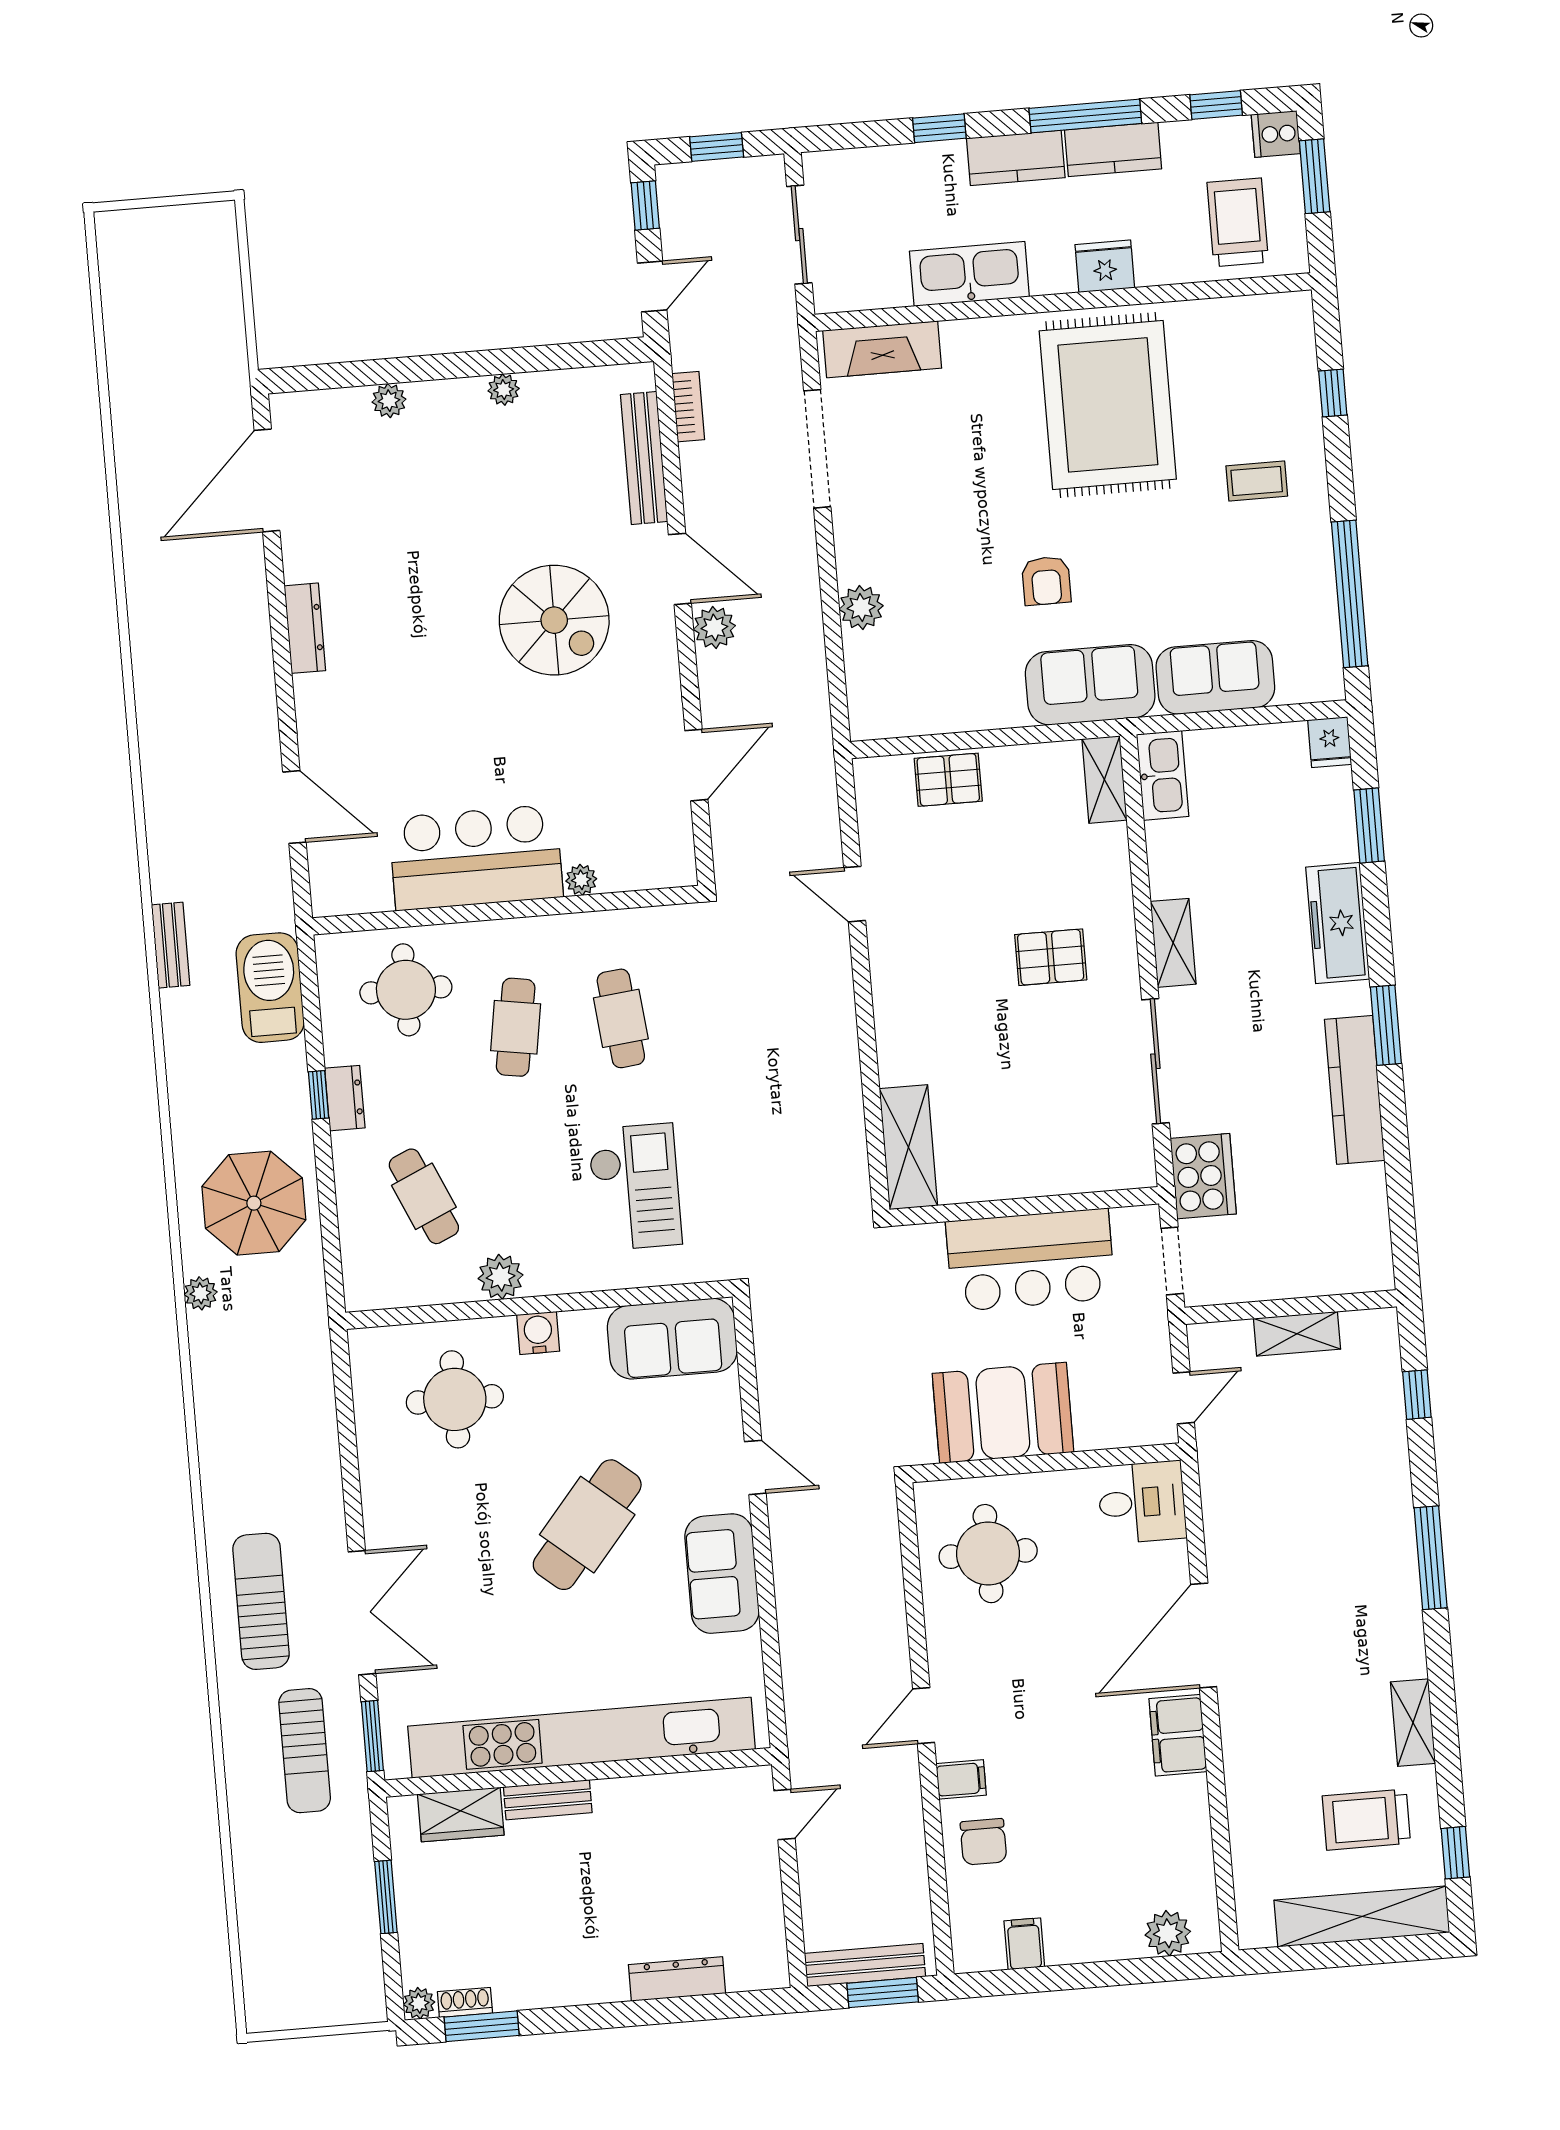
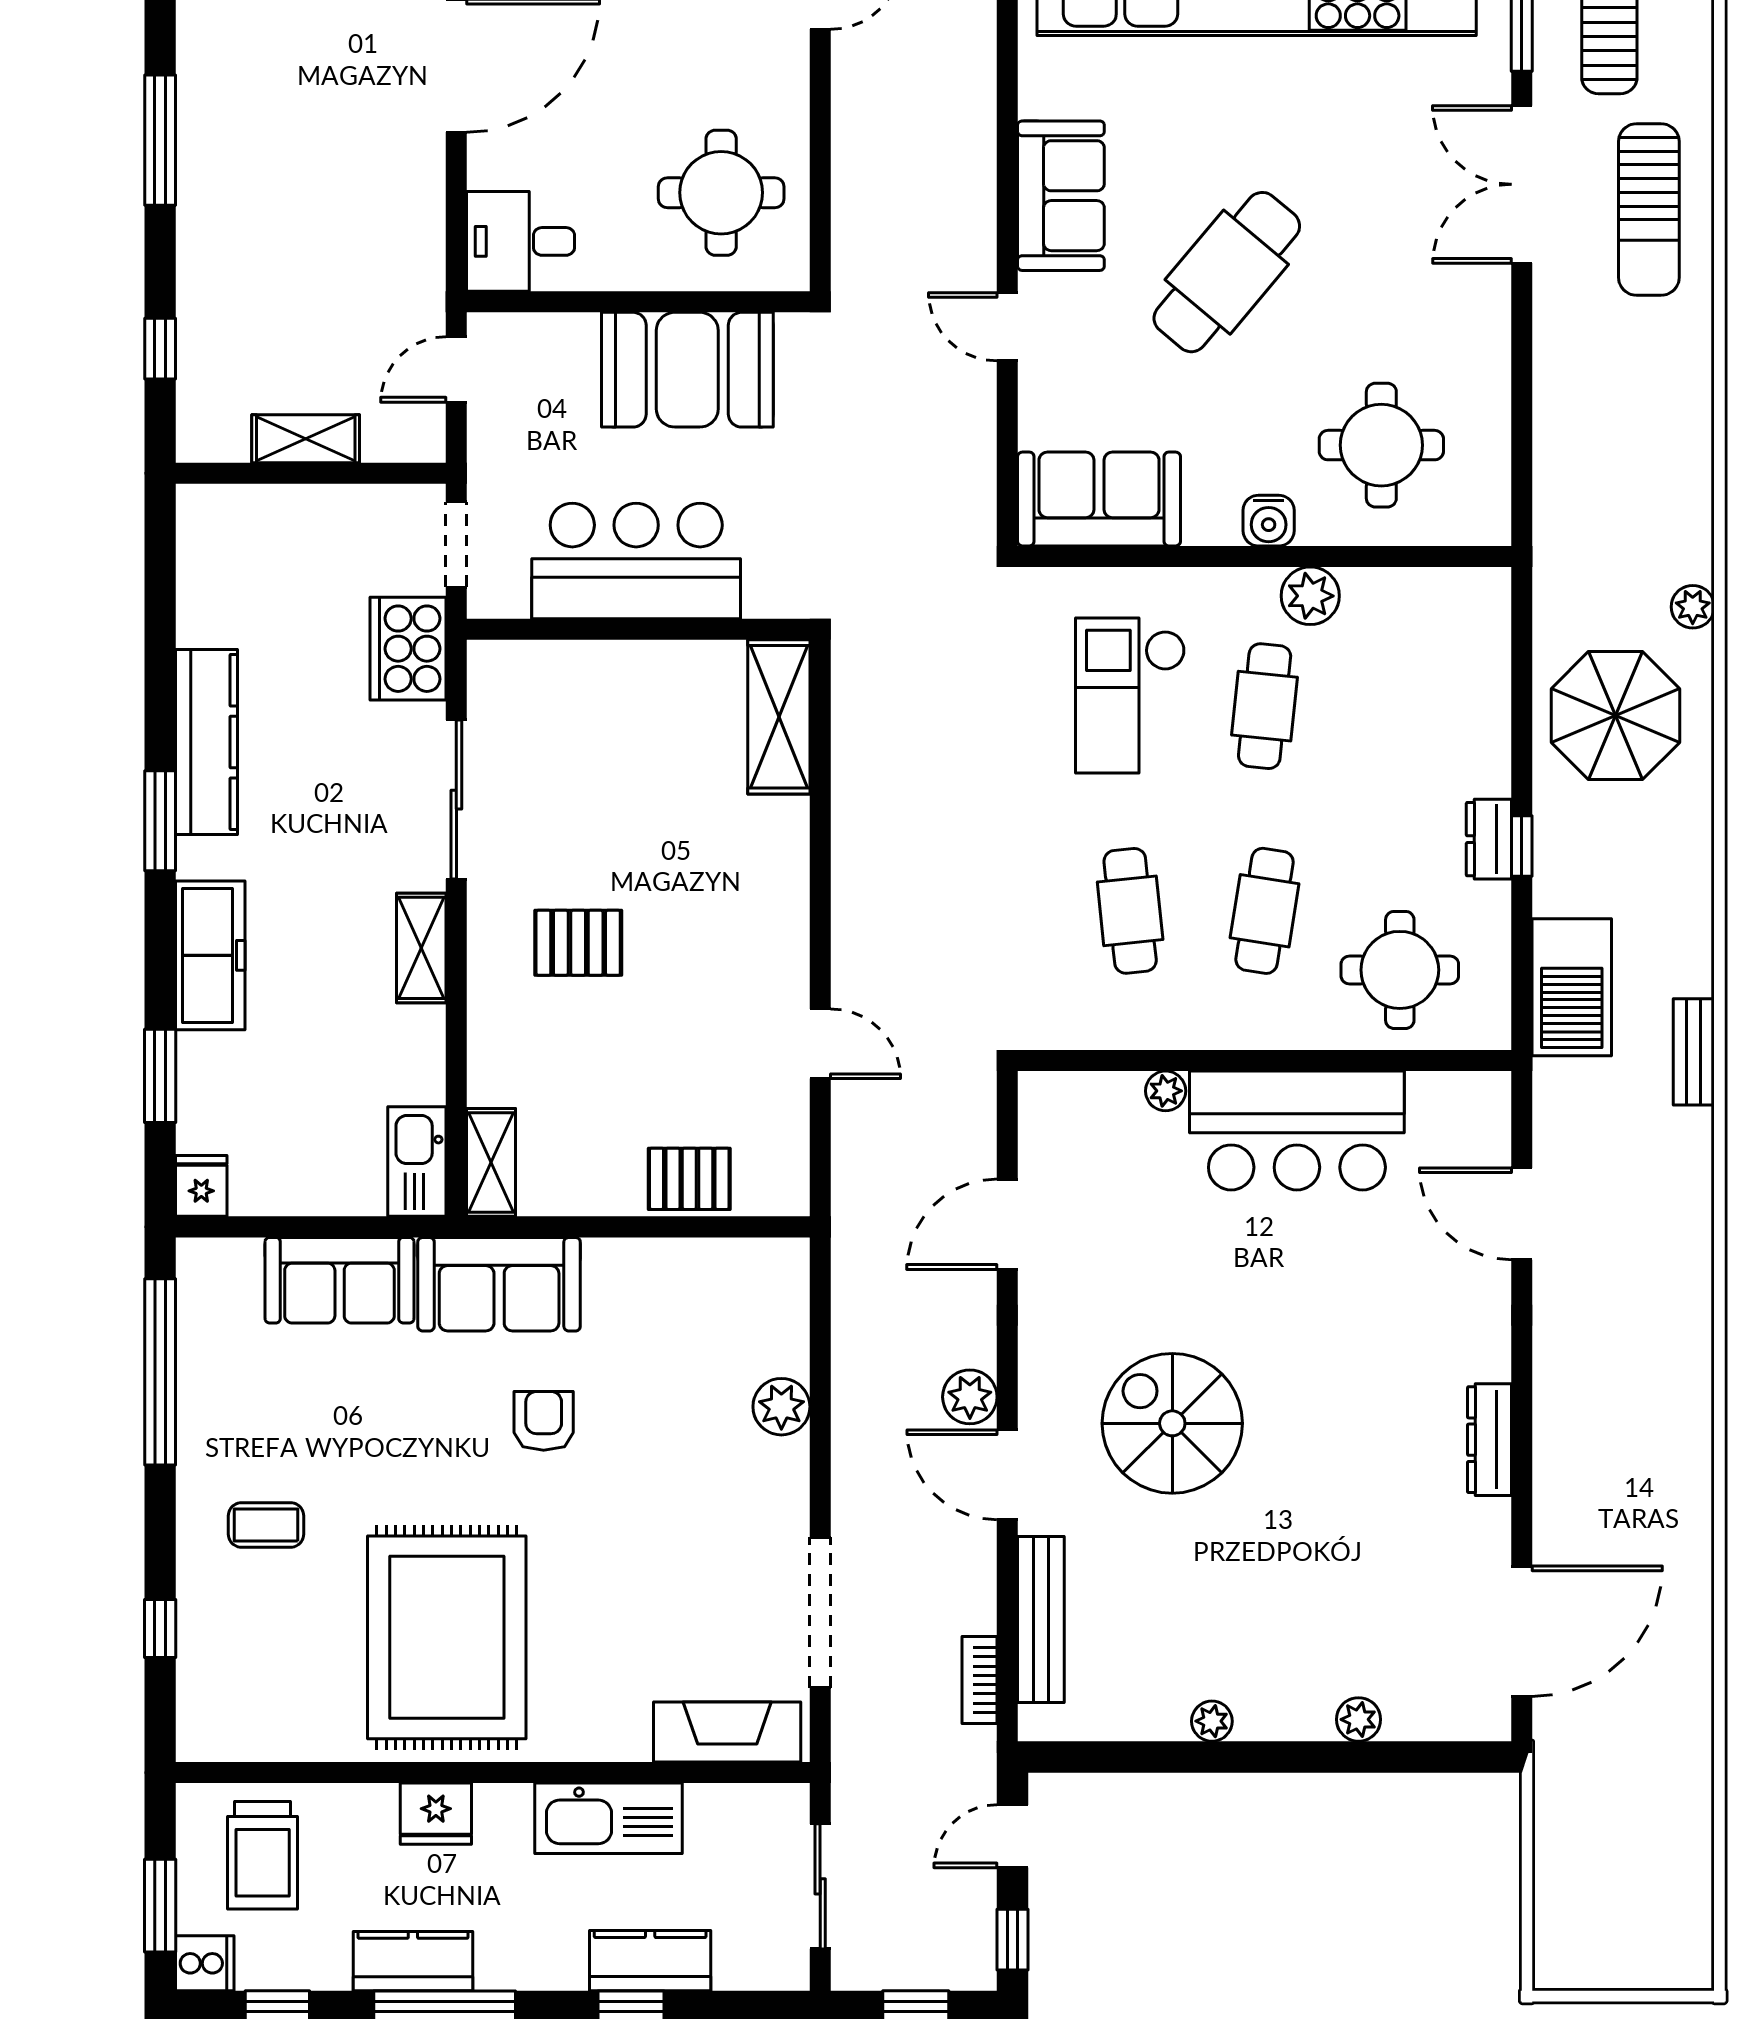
kitchen counter: (1016, 158) -> (650, 1961), moved
cafe table: (424, 1196) -> (1265, 706), moved, turned 30

